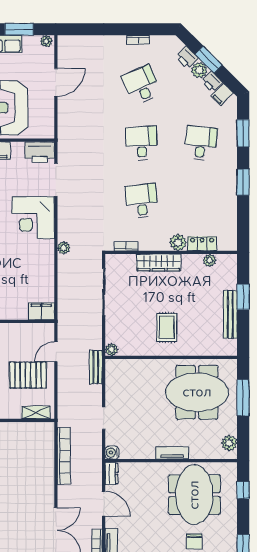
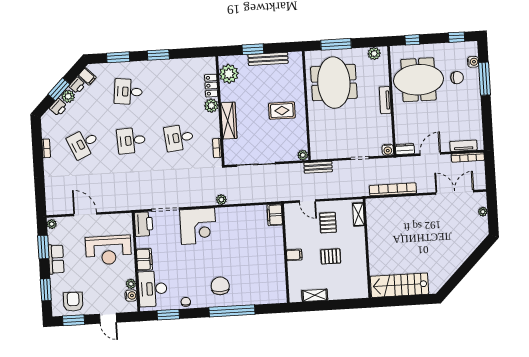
plant: (210, 260) -> (229, 74), width x1.88, depth x1.88
pallet: (28, 375) -> (328, 223), width x0.67, depth x0.71

